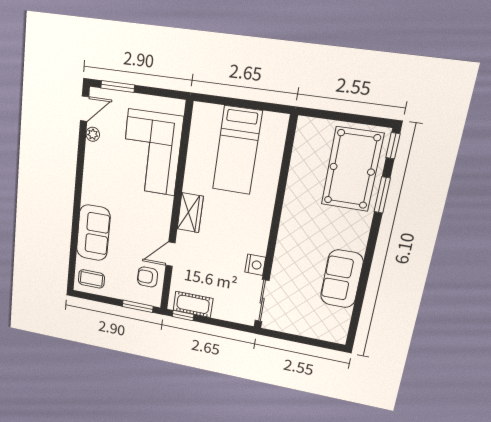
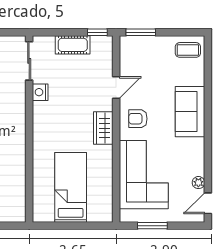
window: (118, 87) -> (152, 226), moved
sofa: (93, 233) -> (190, 112), moved
armchair: (148, 277) -> (138, 119), moved, turned 180
cot: (193, 304) -> (73, 45), moved

